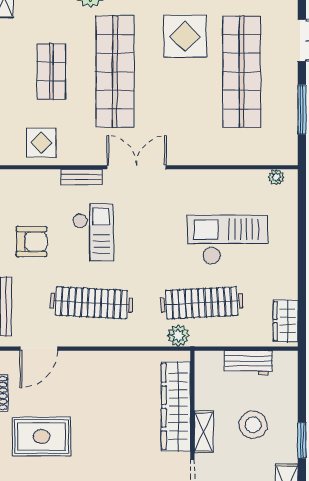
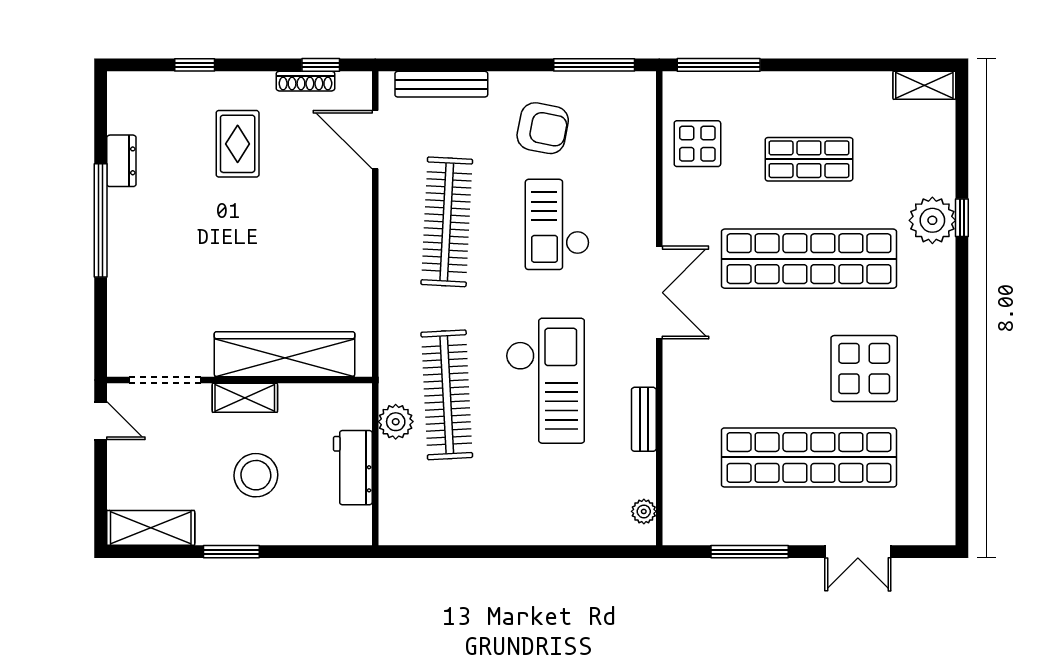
bench: (82, 177) -> (644, 419), moved
checkout: (93, 232) -> (557, 224), turned 90
checkout: (228, 240) -> (545, 381), moved
armchair: (32, 242) -> (543, 128), turned -79
wardrobe: (286, 321) -> (418, 526), removed
plant: (178, 335) -> (396, 422), moved
rug: (41, 436) -> (238, 144), width x0.73, depth x0.70

